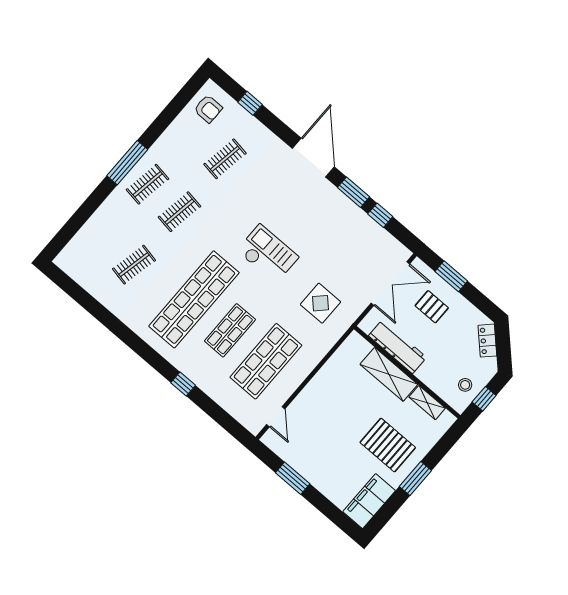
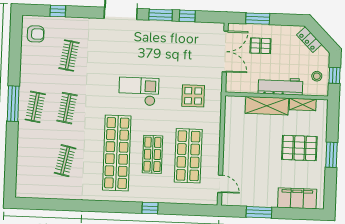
workbench: (397, 347) -> (280, 86), moved
filing cabinet: (369, 501) -> (297, 198), moved, turned 90

